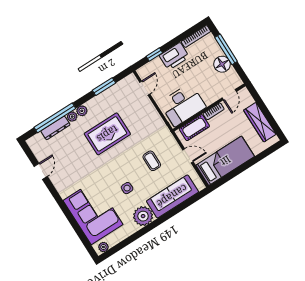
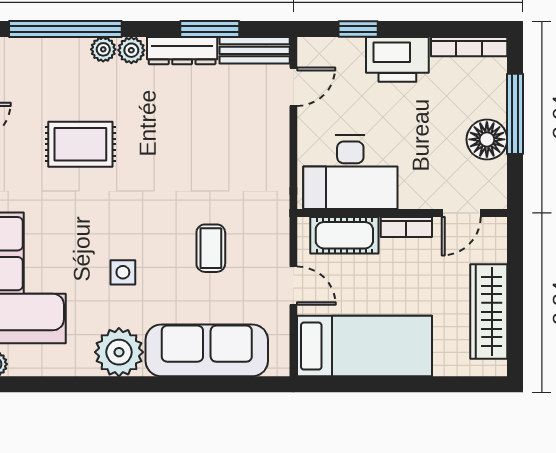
bench: (124, 84) -> (255, 50), added
dresser: (55, 128) -> (182, 51), moved
rug: (107, 134) -> (80, 144), moved, width x0.73, depth x0.70

